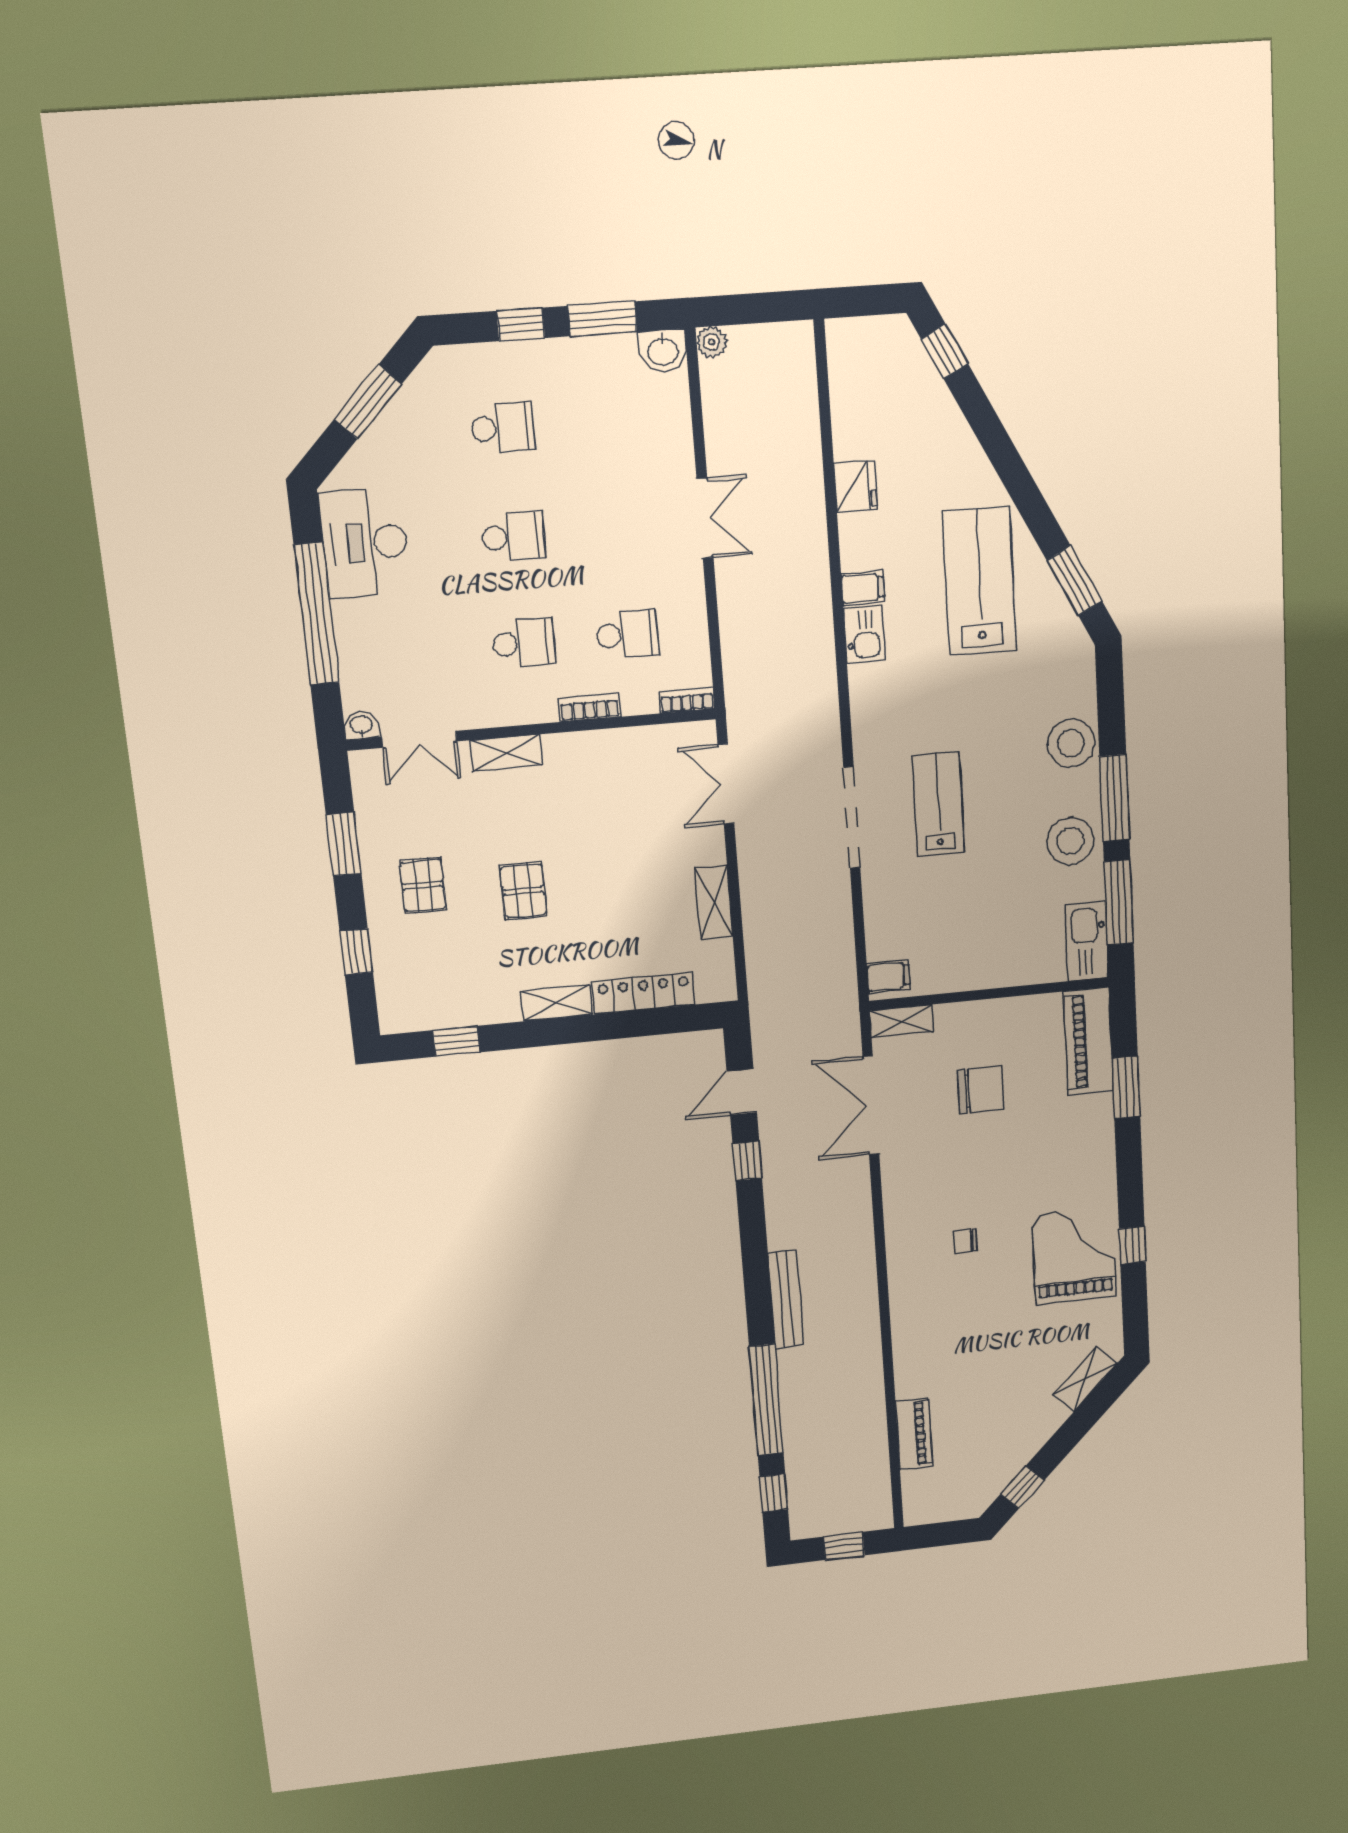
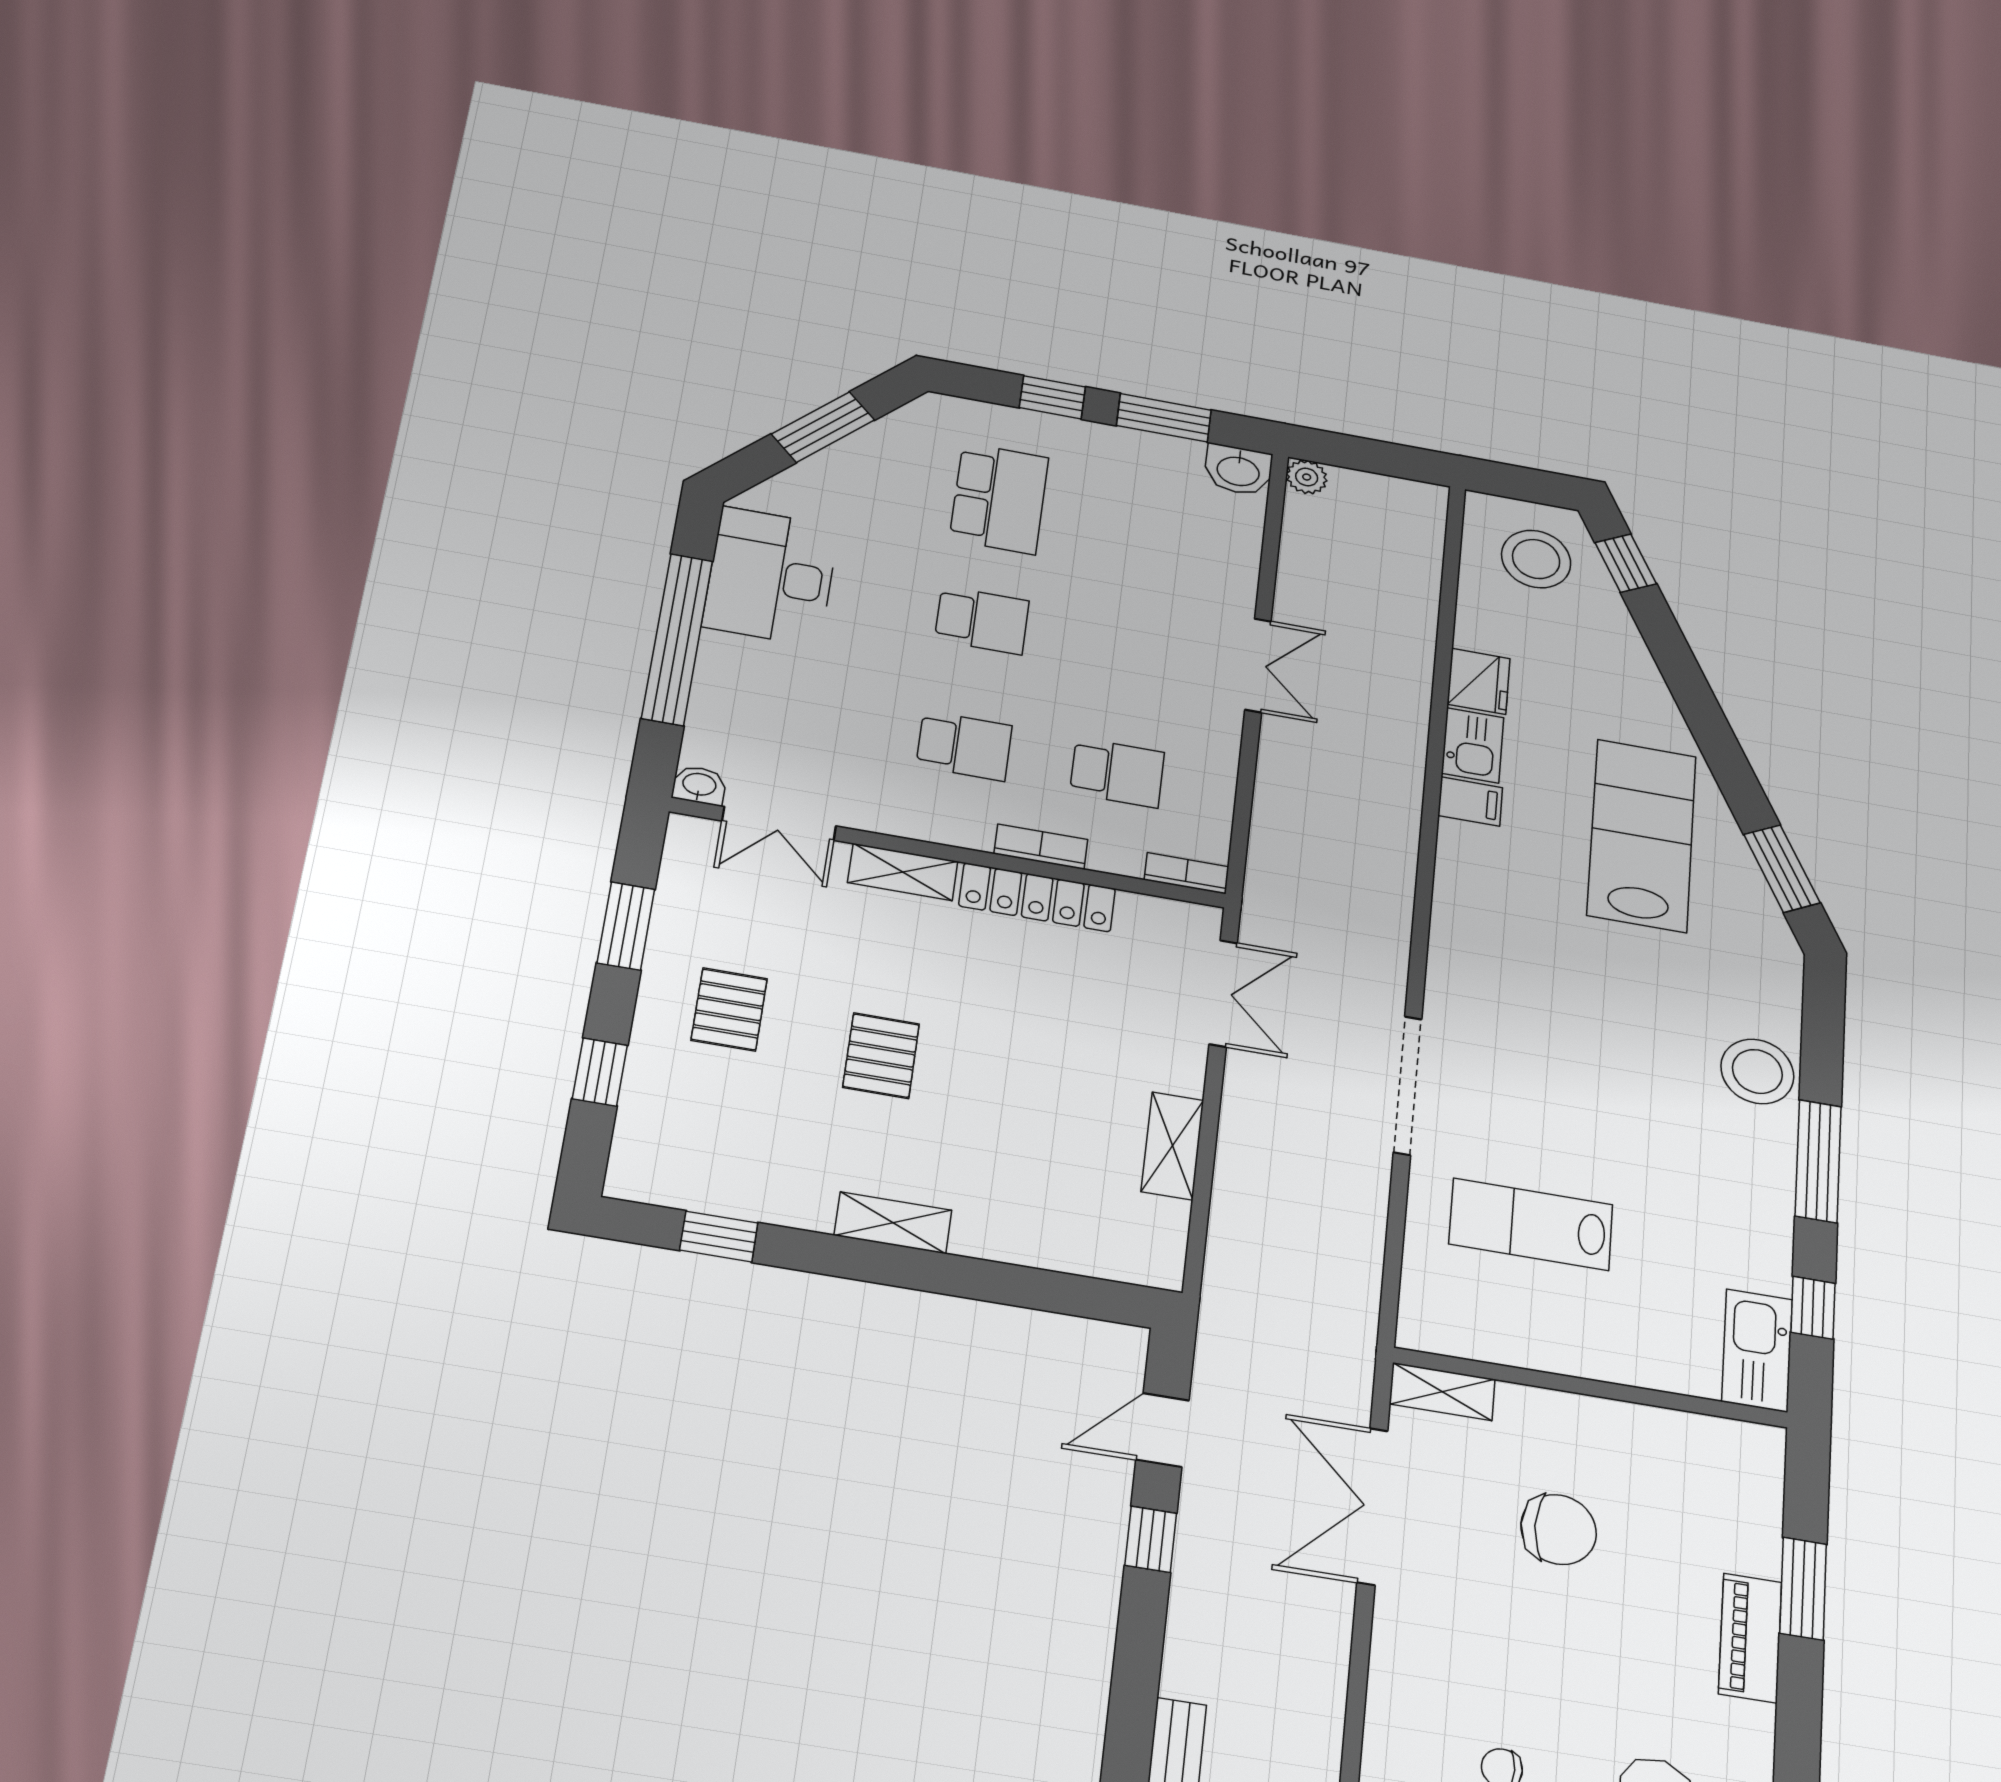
school desk: (503, 428) -> (999, 498), width x1.85
kitchen sink: (864, 634) -> (1473, 745), moved
double door: (726, 784) -> (1223, 993), swing flipped
lab bench: (938, 804) -> (1531, 1224), moved, turned -90
stool: (1070, 841) -> (1536, 559), moved
window: (1119, 902) -> (1813, 1308), width x0.46
filing cabinet: (888, 977) -> (1431, 1321), removed
locker: (644, 993) -> (1037, 897), moved, turned 180
piano: (1089, 1041) -> (1750, 1638), moved, width x0.73, depth x0.75

